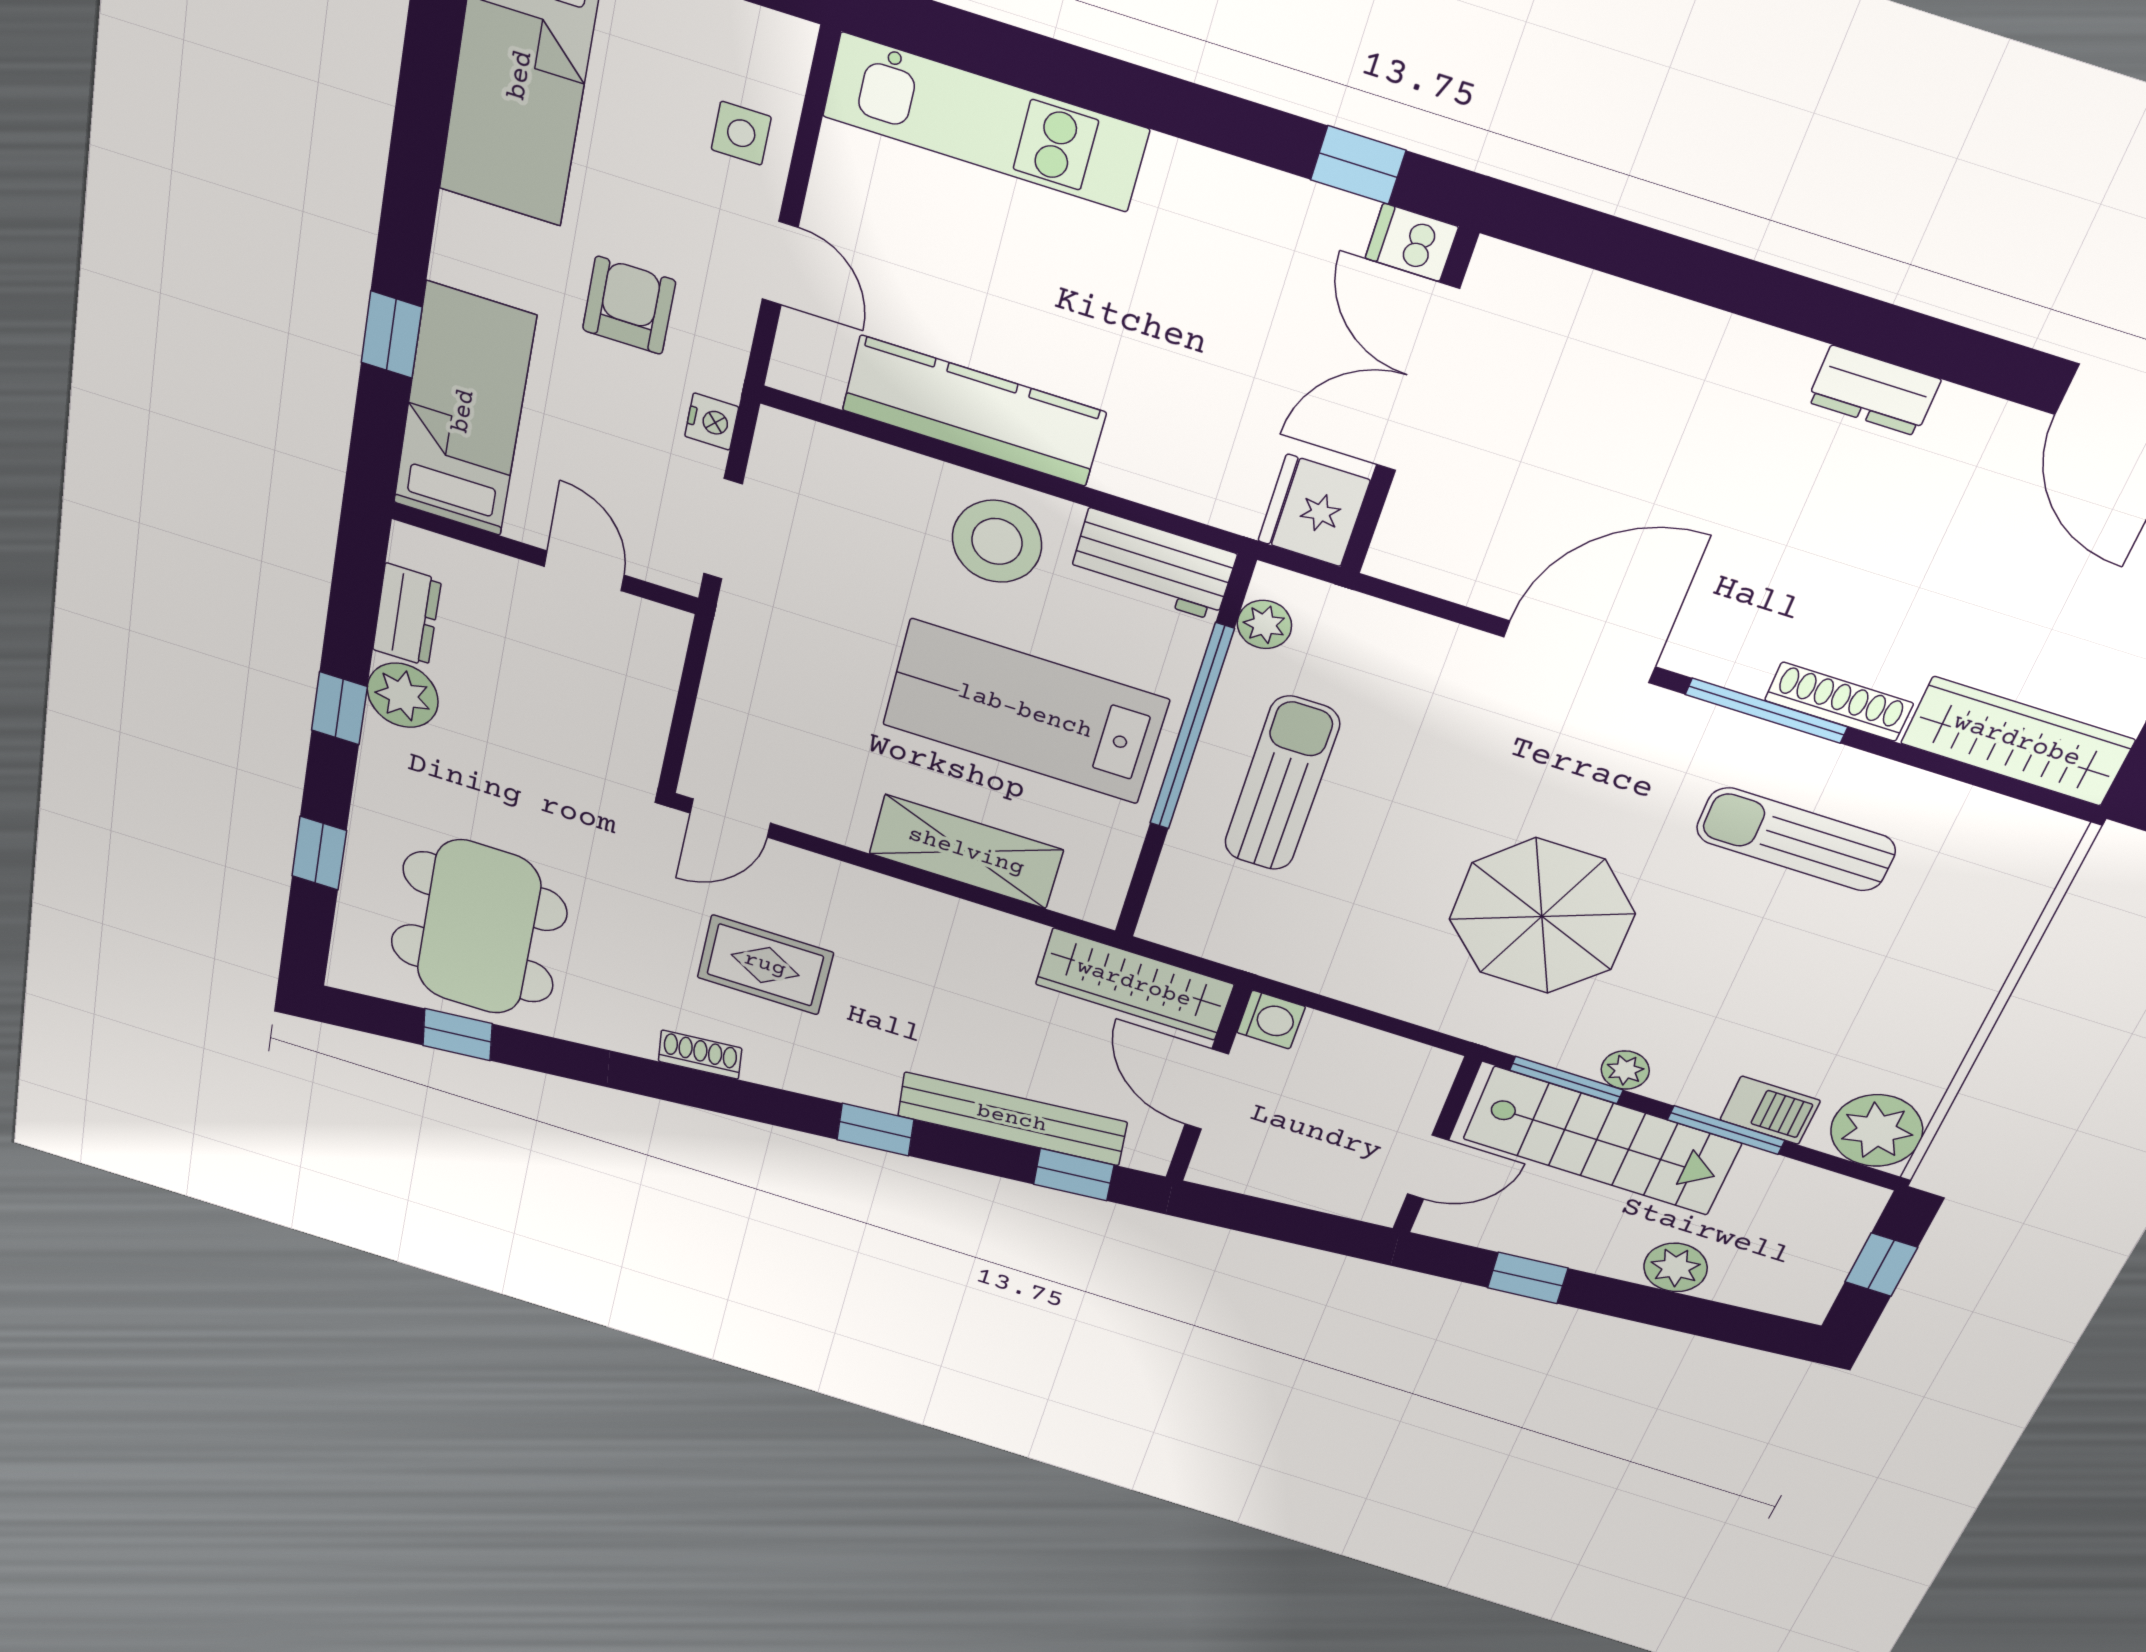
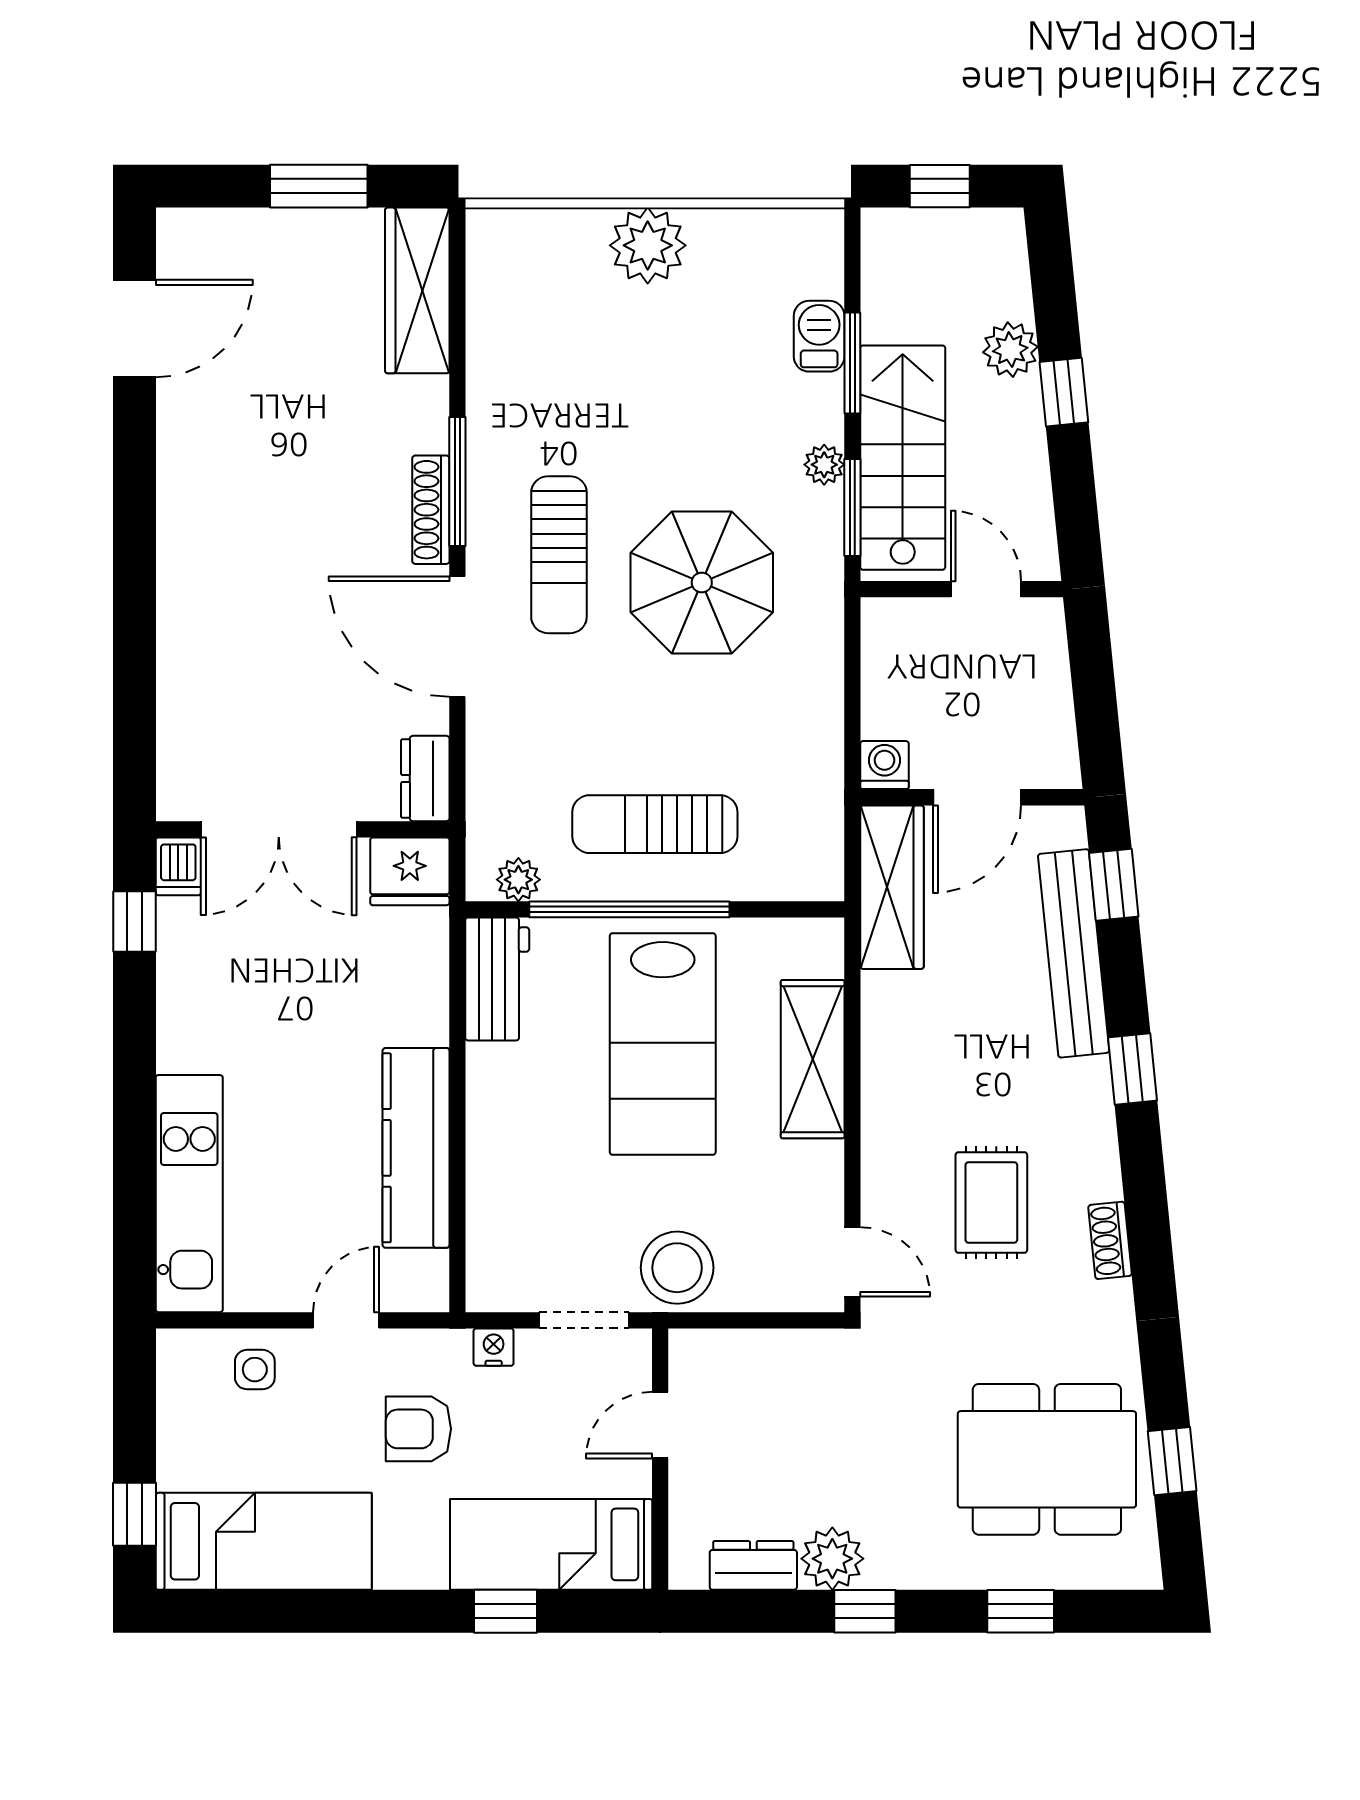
dresser: (1874, 391) -> (425, 779), moved, turned 180
stool: (997, 541) -> (677, 1268), moved
shoe rack: (1839, 702) -> (431, 510), moved
sun lounger: (1796, 839) -> (559, 555), moved
plant: (1877, 1131) -> (648, 245), moved
window: (1528, 1278) -> (1064, 392), moved

